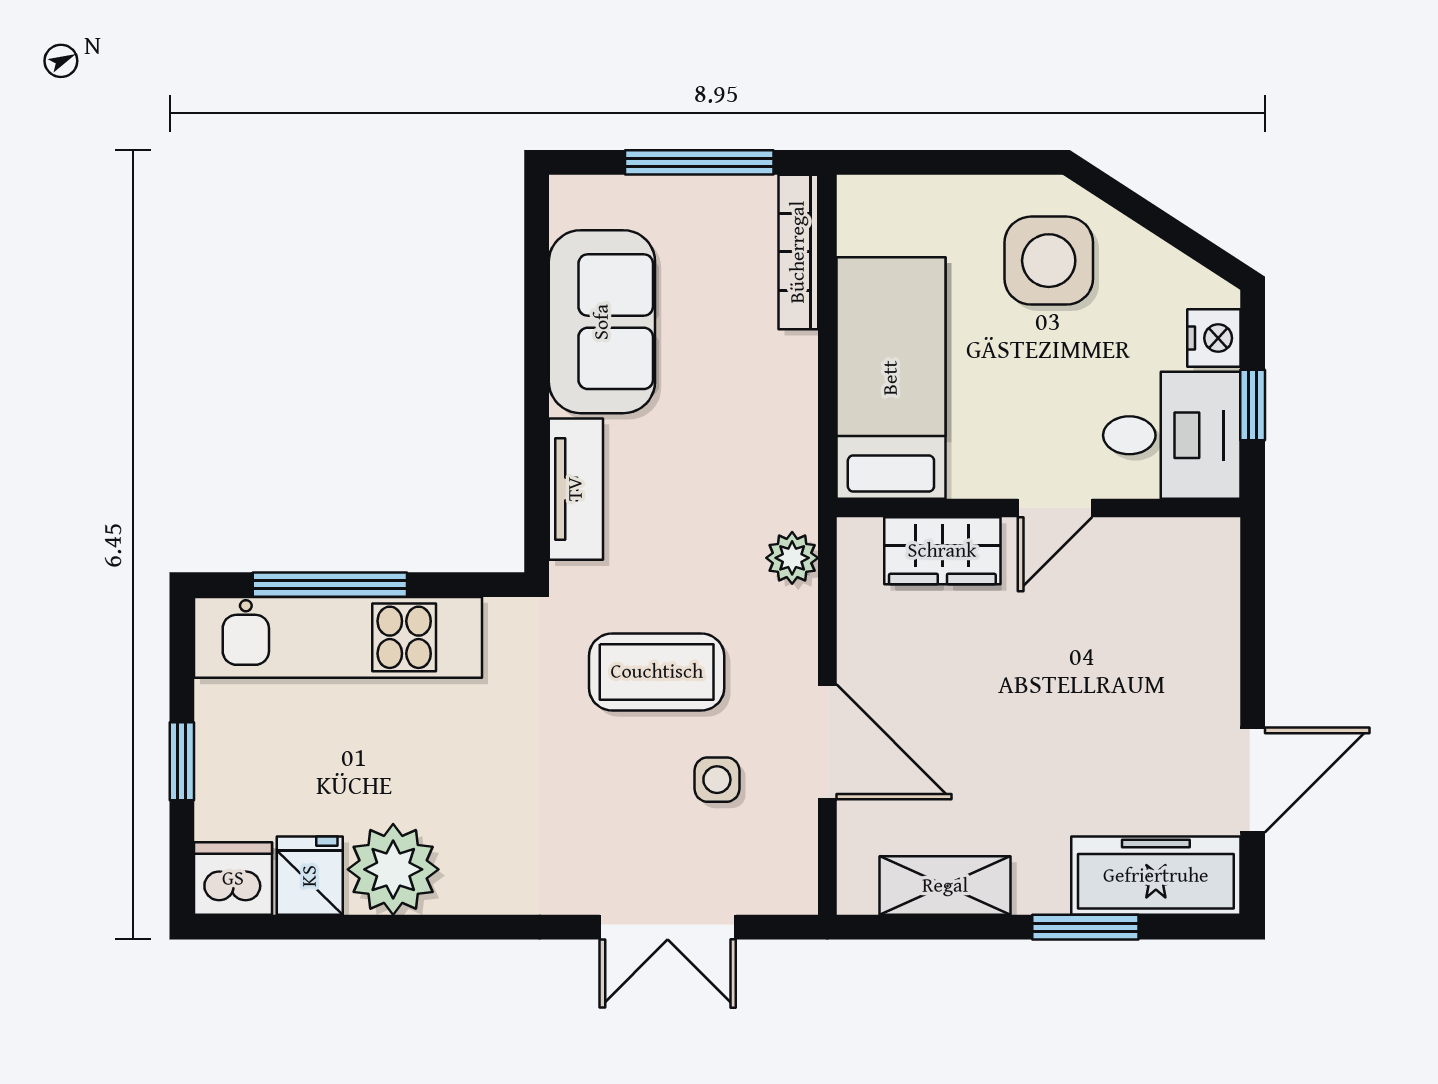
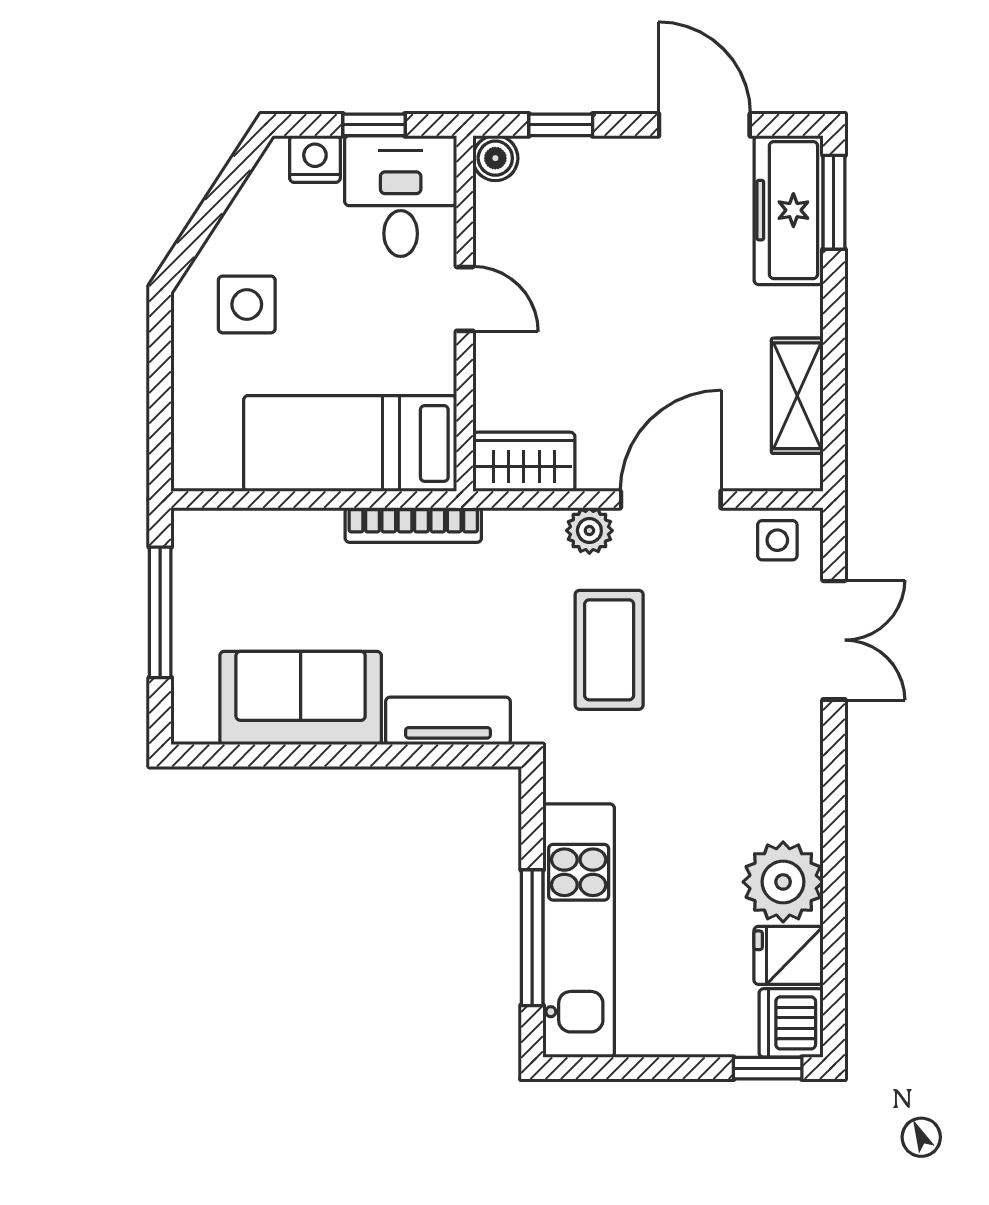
bookcase: (798, 252) -> (413, 525), moved
side table: (1049, 261) -> (247, 304), width x0.73, depth x0.73
boiler: (1215, 543) -> (495, 158), added
wardrobe: (942, 551) -> (524, 462), moved, turned -90
plant: (792, 558) -> (589, 531), moved
window: (1253, 617) -> (561, 125), added
window: (182, 761) -> (768, 1068), moved
side table: (717, 780) -> (777, 540), moved
window: (1085, 927) -> (834, 202), moved

